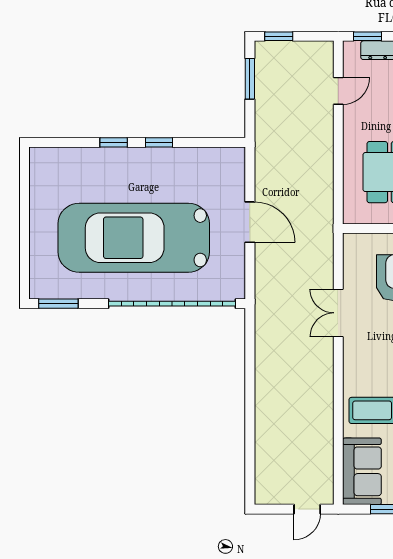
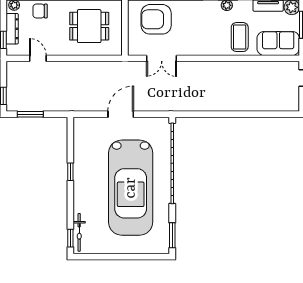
window: (114, 142) -> (70, 238), moved
bicycle: (63, 156) -> (79, 232), added
double door: (338, 313) -> (162, 58), moved

